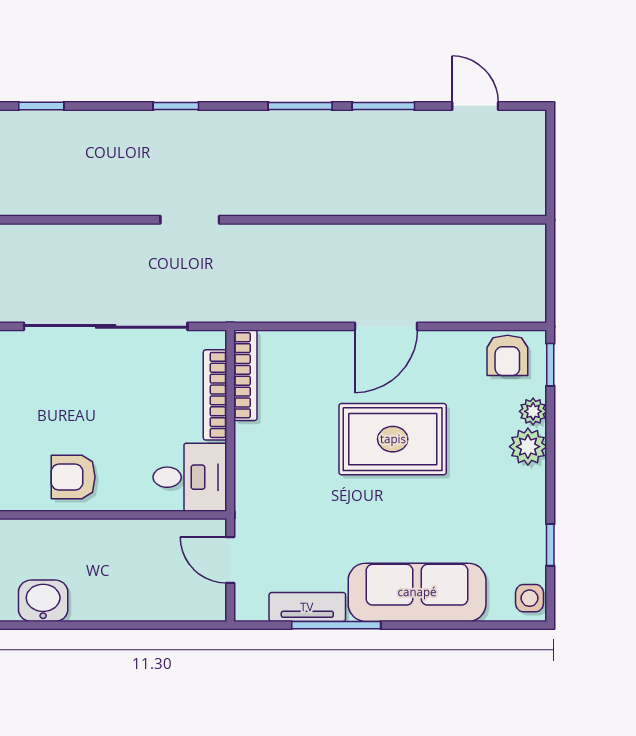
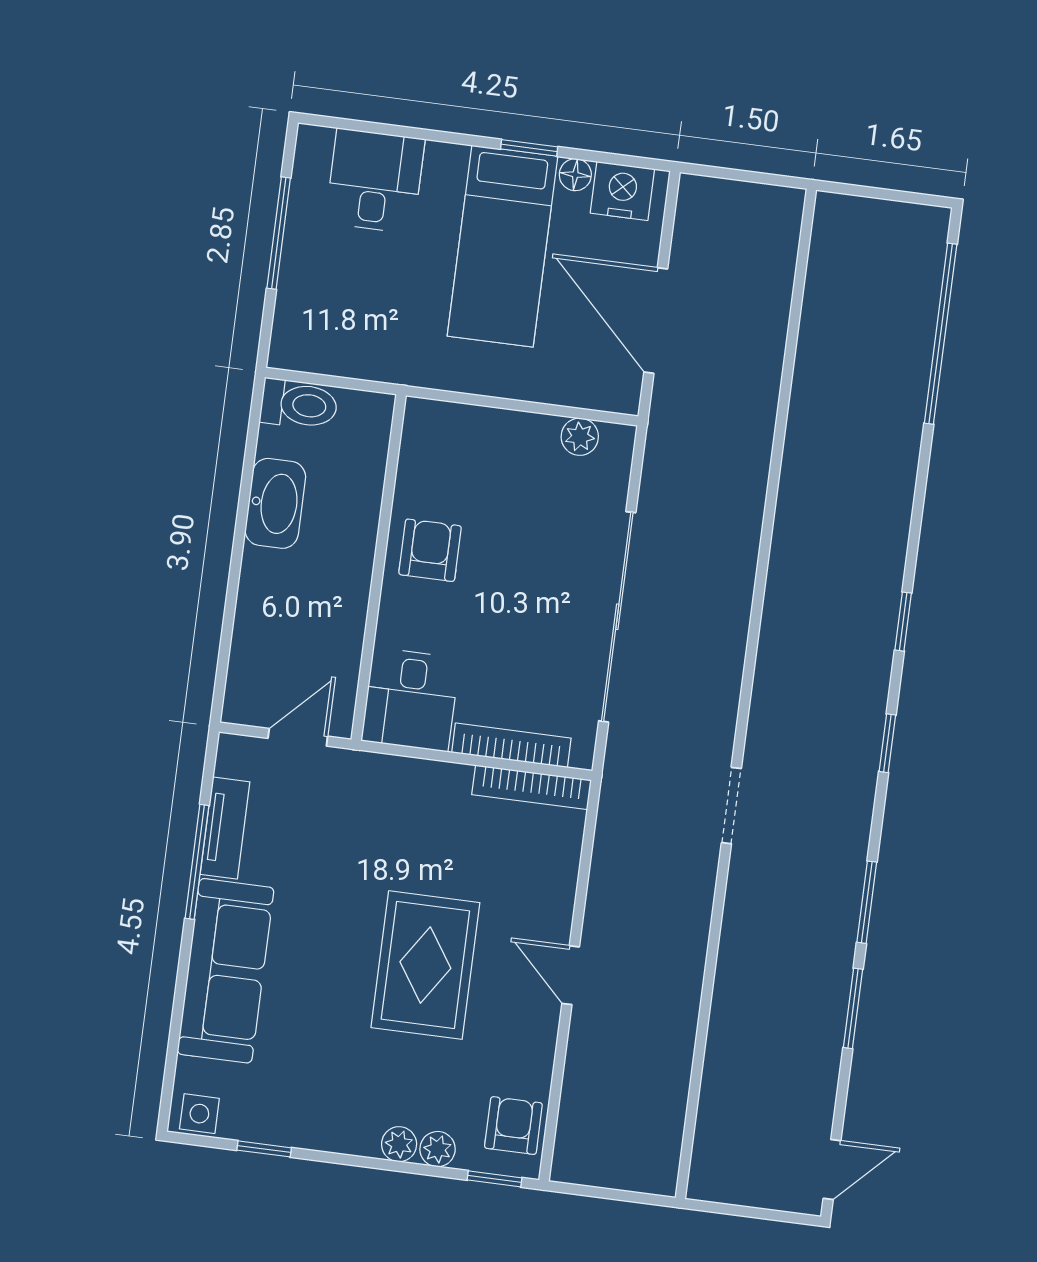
window: (41, 106) -> (903, 622), moved
door: (475, 106) -> (832, 1170), moved
doorway: (190, 220) -> (731, 806), moved
door: (386, 326) -> (571, 975), width x0.73
armchair: (507, 355) -> (513, 1126), turned 90
plant: (528, 447) -> (399, 1144), width x0.73, depth x0.73
washbasin: (43, 601) -> (275, 503), width x1.38

